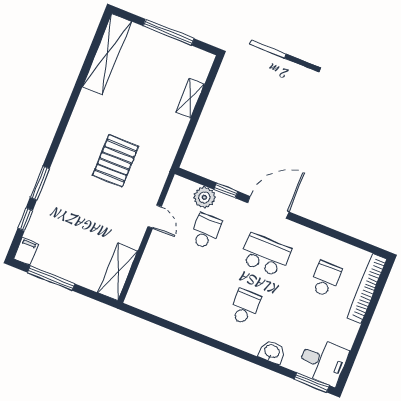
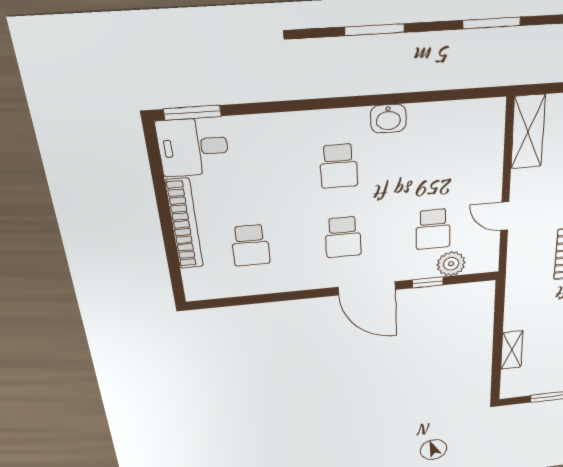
door: (268, 207) -> (367, 288), hinge flipped
school desk: (265, 255) -> (343, 237), width x0.54
bookcase: (367, 288) -> (184, 224), moved
washbasin: (272, 352) -> (388, 119), moved

